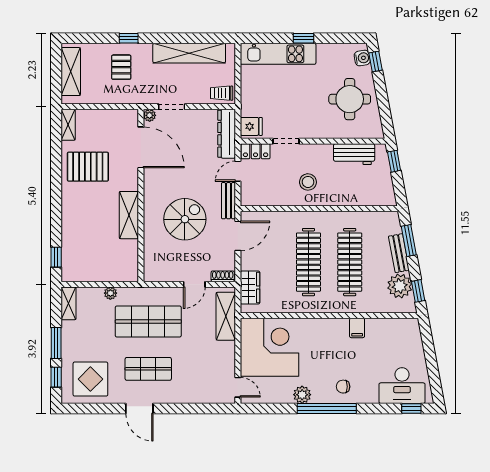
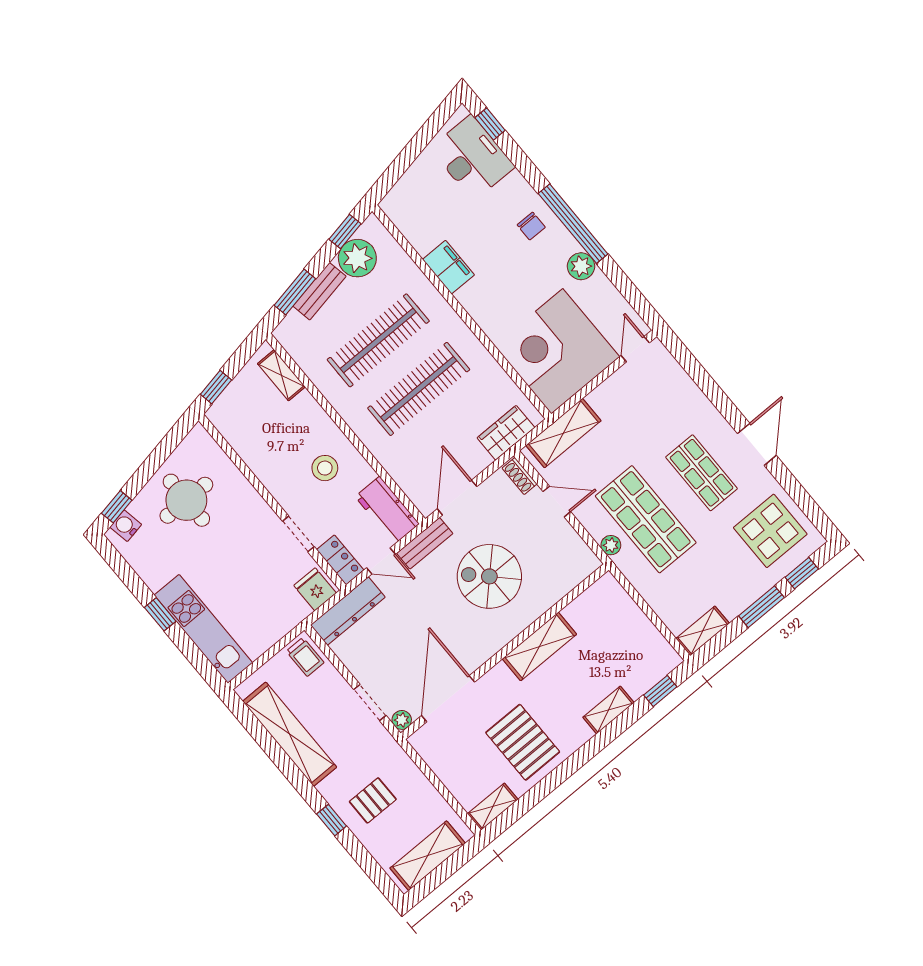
workbench: (354, 154) -> (387, 510), moved, turned 180
shelving: (373, 199) -> (281, 375), added
shelving: (68, 223) -> (608, 710), added
door: (238, 236) -> (457, 498), hinge flipped
plant: (110, 293) -> (611, 545), moved
filing cabinet: (357, 328) -> (448, 267), width x2.00

